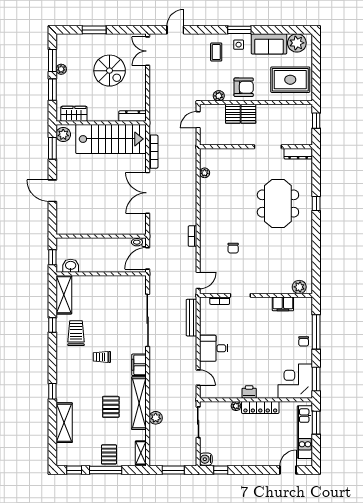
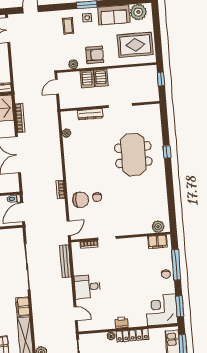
dresser: (298, 154) -> (90, 114), moved
chair: (214, 249) -> (81, 200), added
filing cabinet: (283, 304) -> (157, 242), moved

